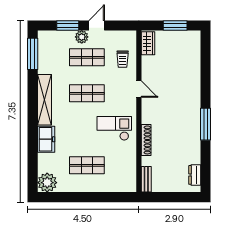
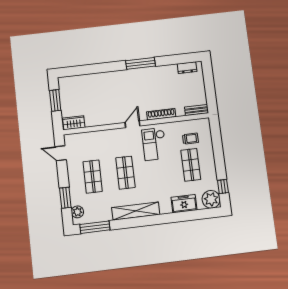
door: (97, 25) -> (61, 153), moved
plant: (82, 37) -> (77, 212), moved
trolley: (123, 59) -> (190, 139), moved
door: (139, 89) -> (133, 124), moved
freezer: (46, 139) -> (184, 204), moved
window: (59, 197) -> (223, 187), added

